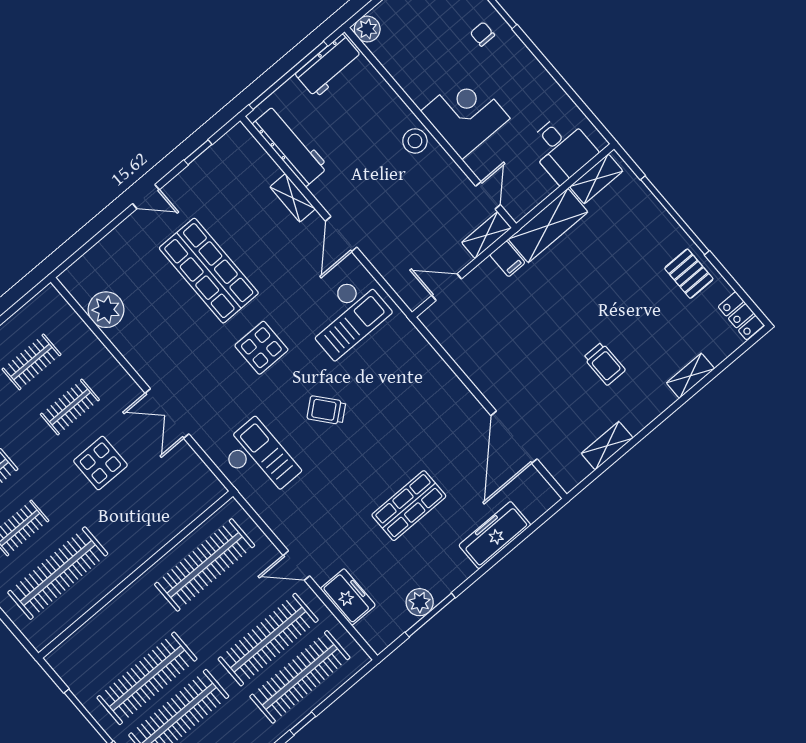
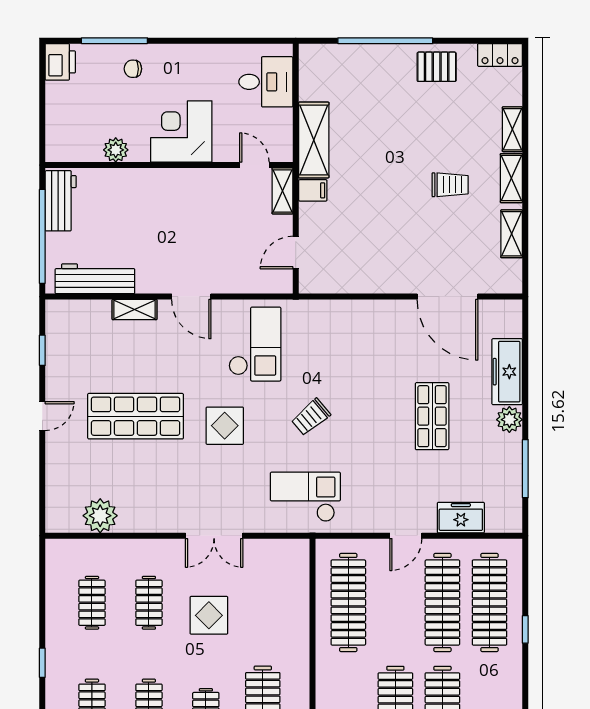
plant: (367, 29) -> (116, 150), moved
stool: (415, 141) -> (169, 185), removed
shelving: (596, 179) -> (511, 178), moved
plant: (420, 602) -> (509, 420), moved

